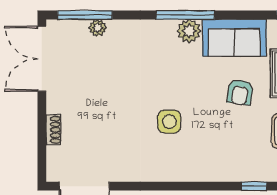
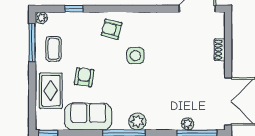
plant: (189, 31) -> (137, 121), moved
armchair: (202, 158) -> (112, 29), added

